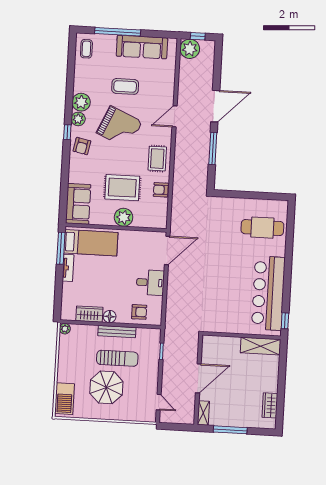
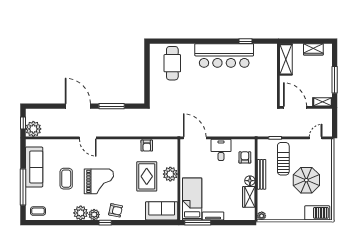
grand piano: (119, 127) -> (99, 181), turned 66
rug: (157, 159) -> (122, 150), removed
wall: (242, 336) -> (278, 75), moved
shelving: (261, 346) -> (286, 59), moved
sun lounger: (117, 358) -> (283, 159), moved

